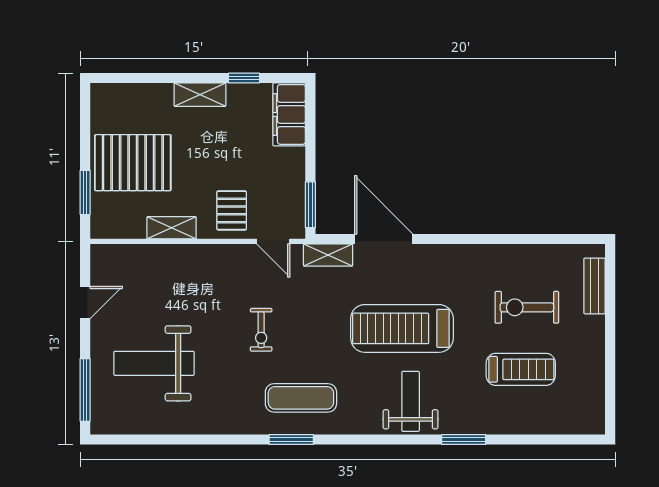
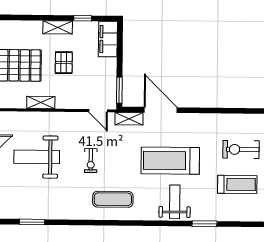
pallet: (232, 210) -> (64, 63), moved
weight bench: (154, 363) -> (37, 157), moved
window: (291, 440) -> (32, 222), moved

